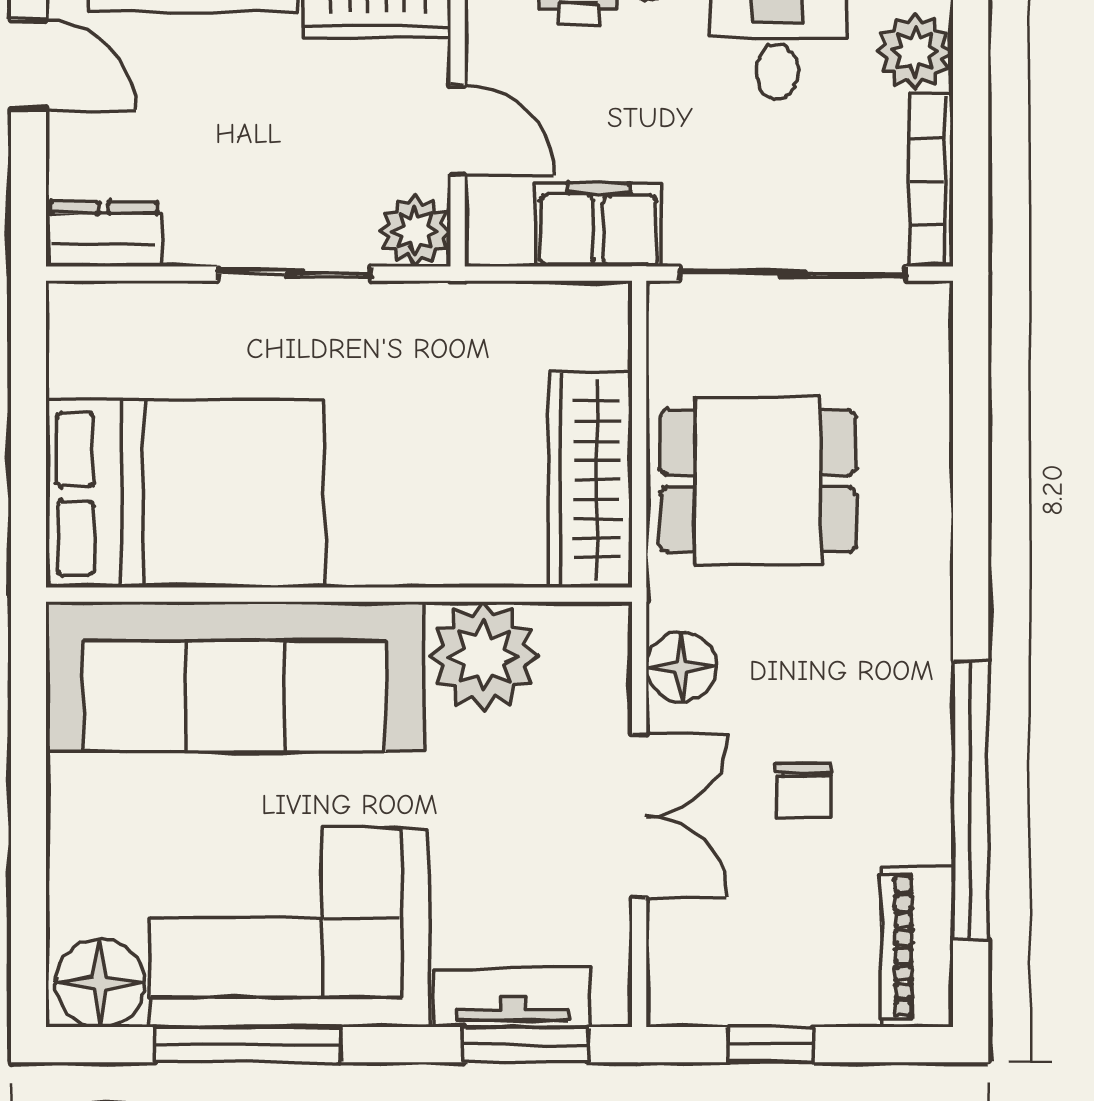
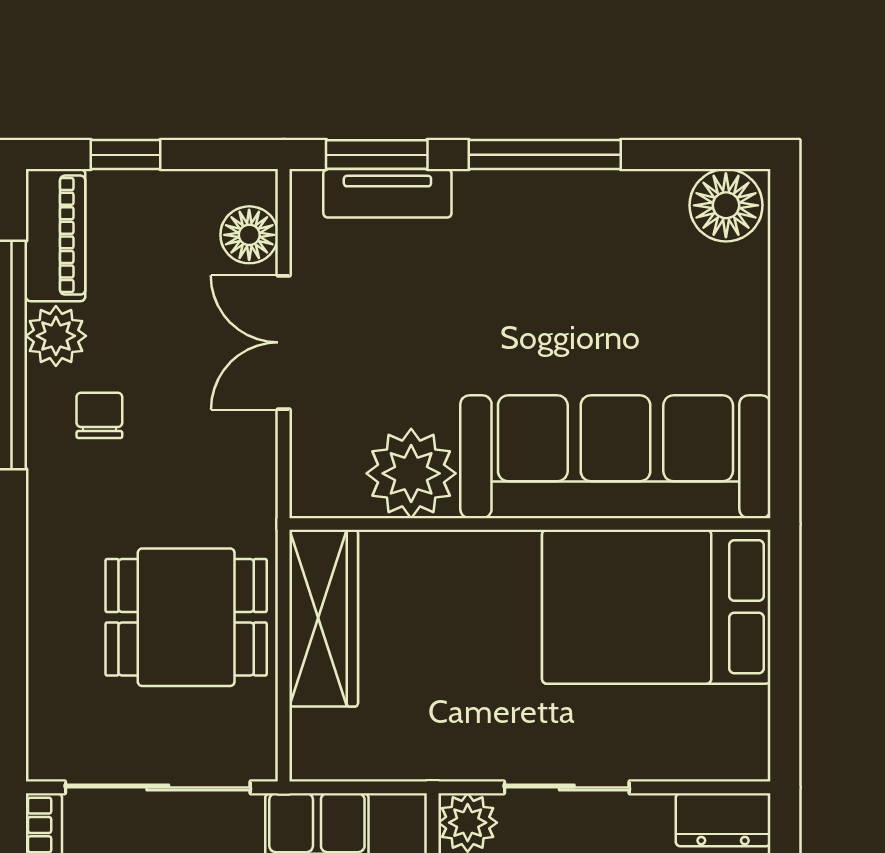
floor lamp: (681, 667) -> (249, 235), moved
chair: (804, 791) -> (99, 415), moved
plant: (917, 824) -> (56, 336), added
corner sofa: (290, 928) -> (571, 251), removed
window: (248, 1045) -> (545, 155), moved
window: (771, 1045) -> (126, 155), moved

